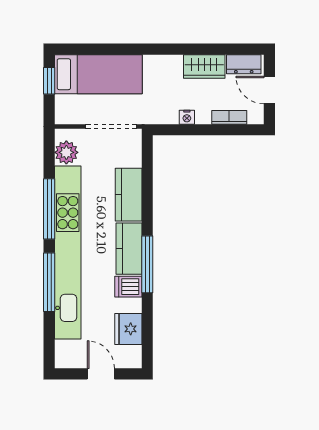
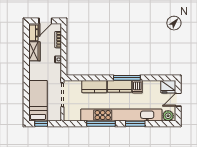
plant: (66, 152) -> (168, 116), moved
window: (49, 282) -> (135, 124), width x0.69
fridge: (128, 329) -> (168, 87), moved

